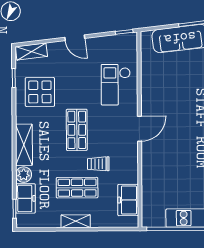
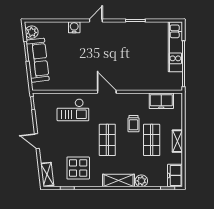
door: (75, 38) -> (37, 141), swing flipped
shop shelf: (77, 130) -> (107, 140), turned 90
freezer: (25, 198) -> (175, 175), moved, turned -90

